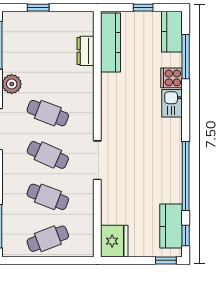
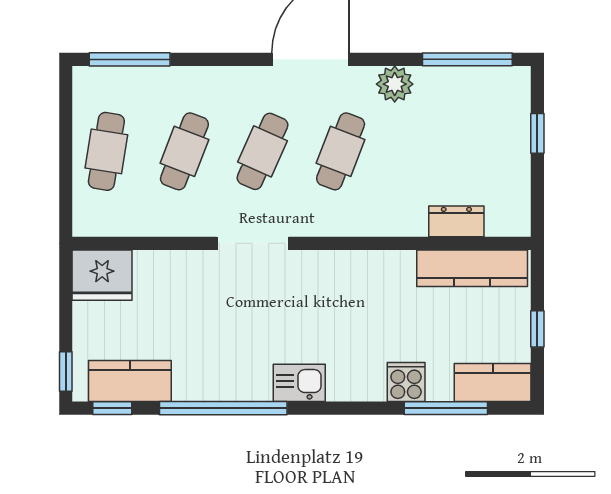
kitchen sink: (172, 103) -> (299, 383), moved
cafe table: (48, 239) -> (106, 151), turned 30

